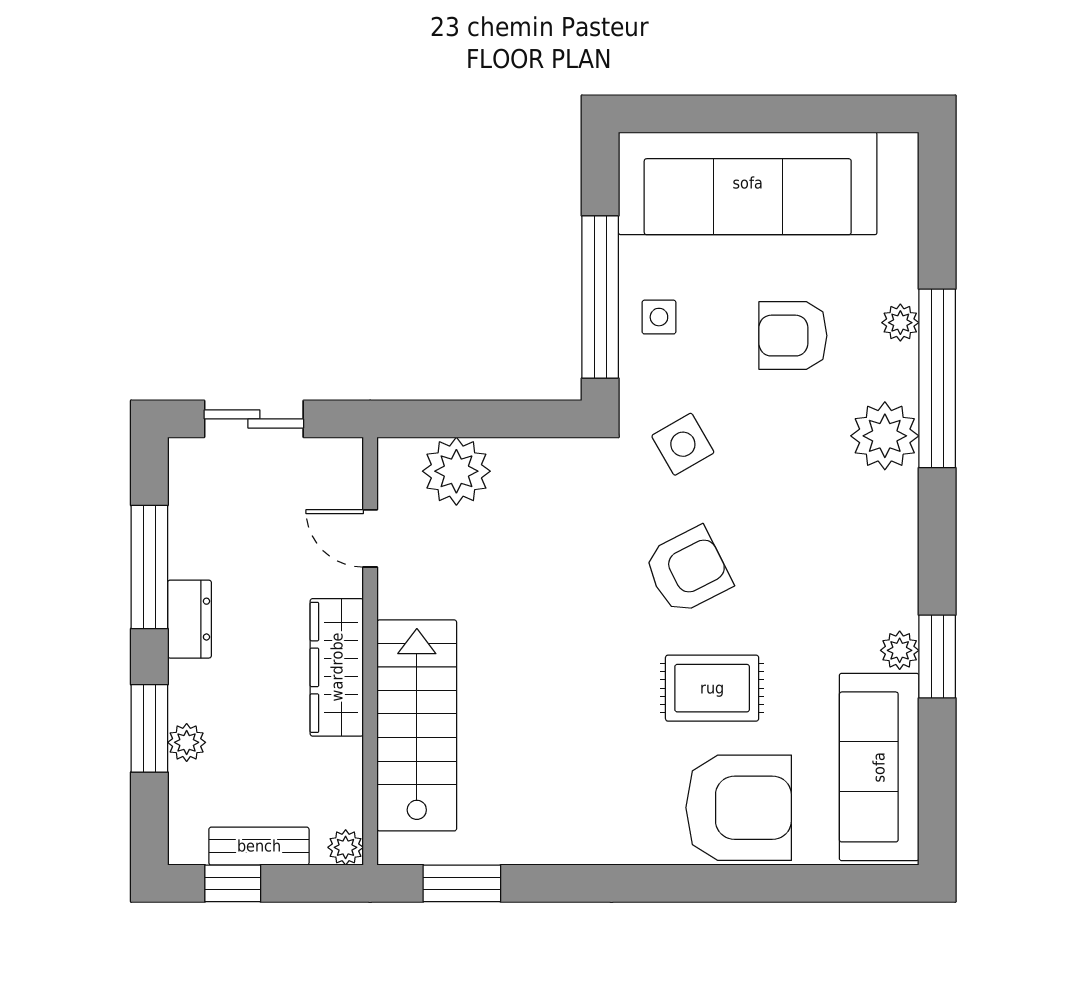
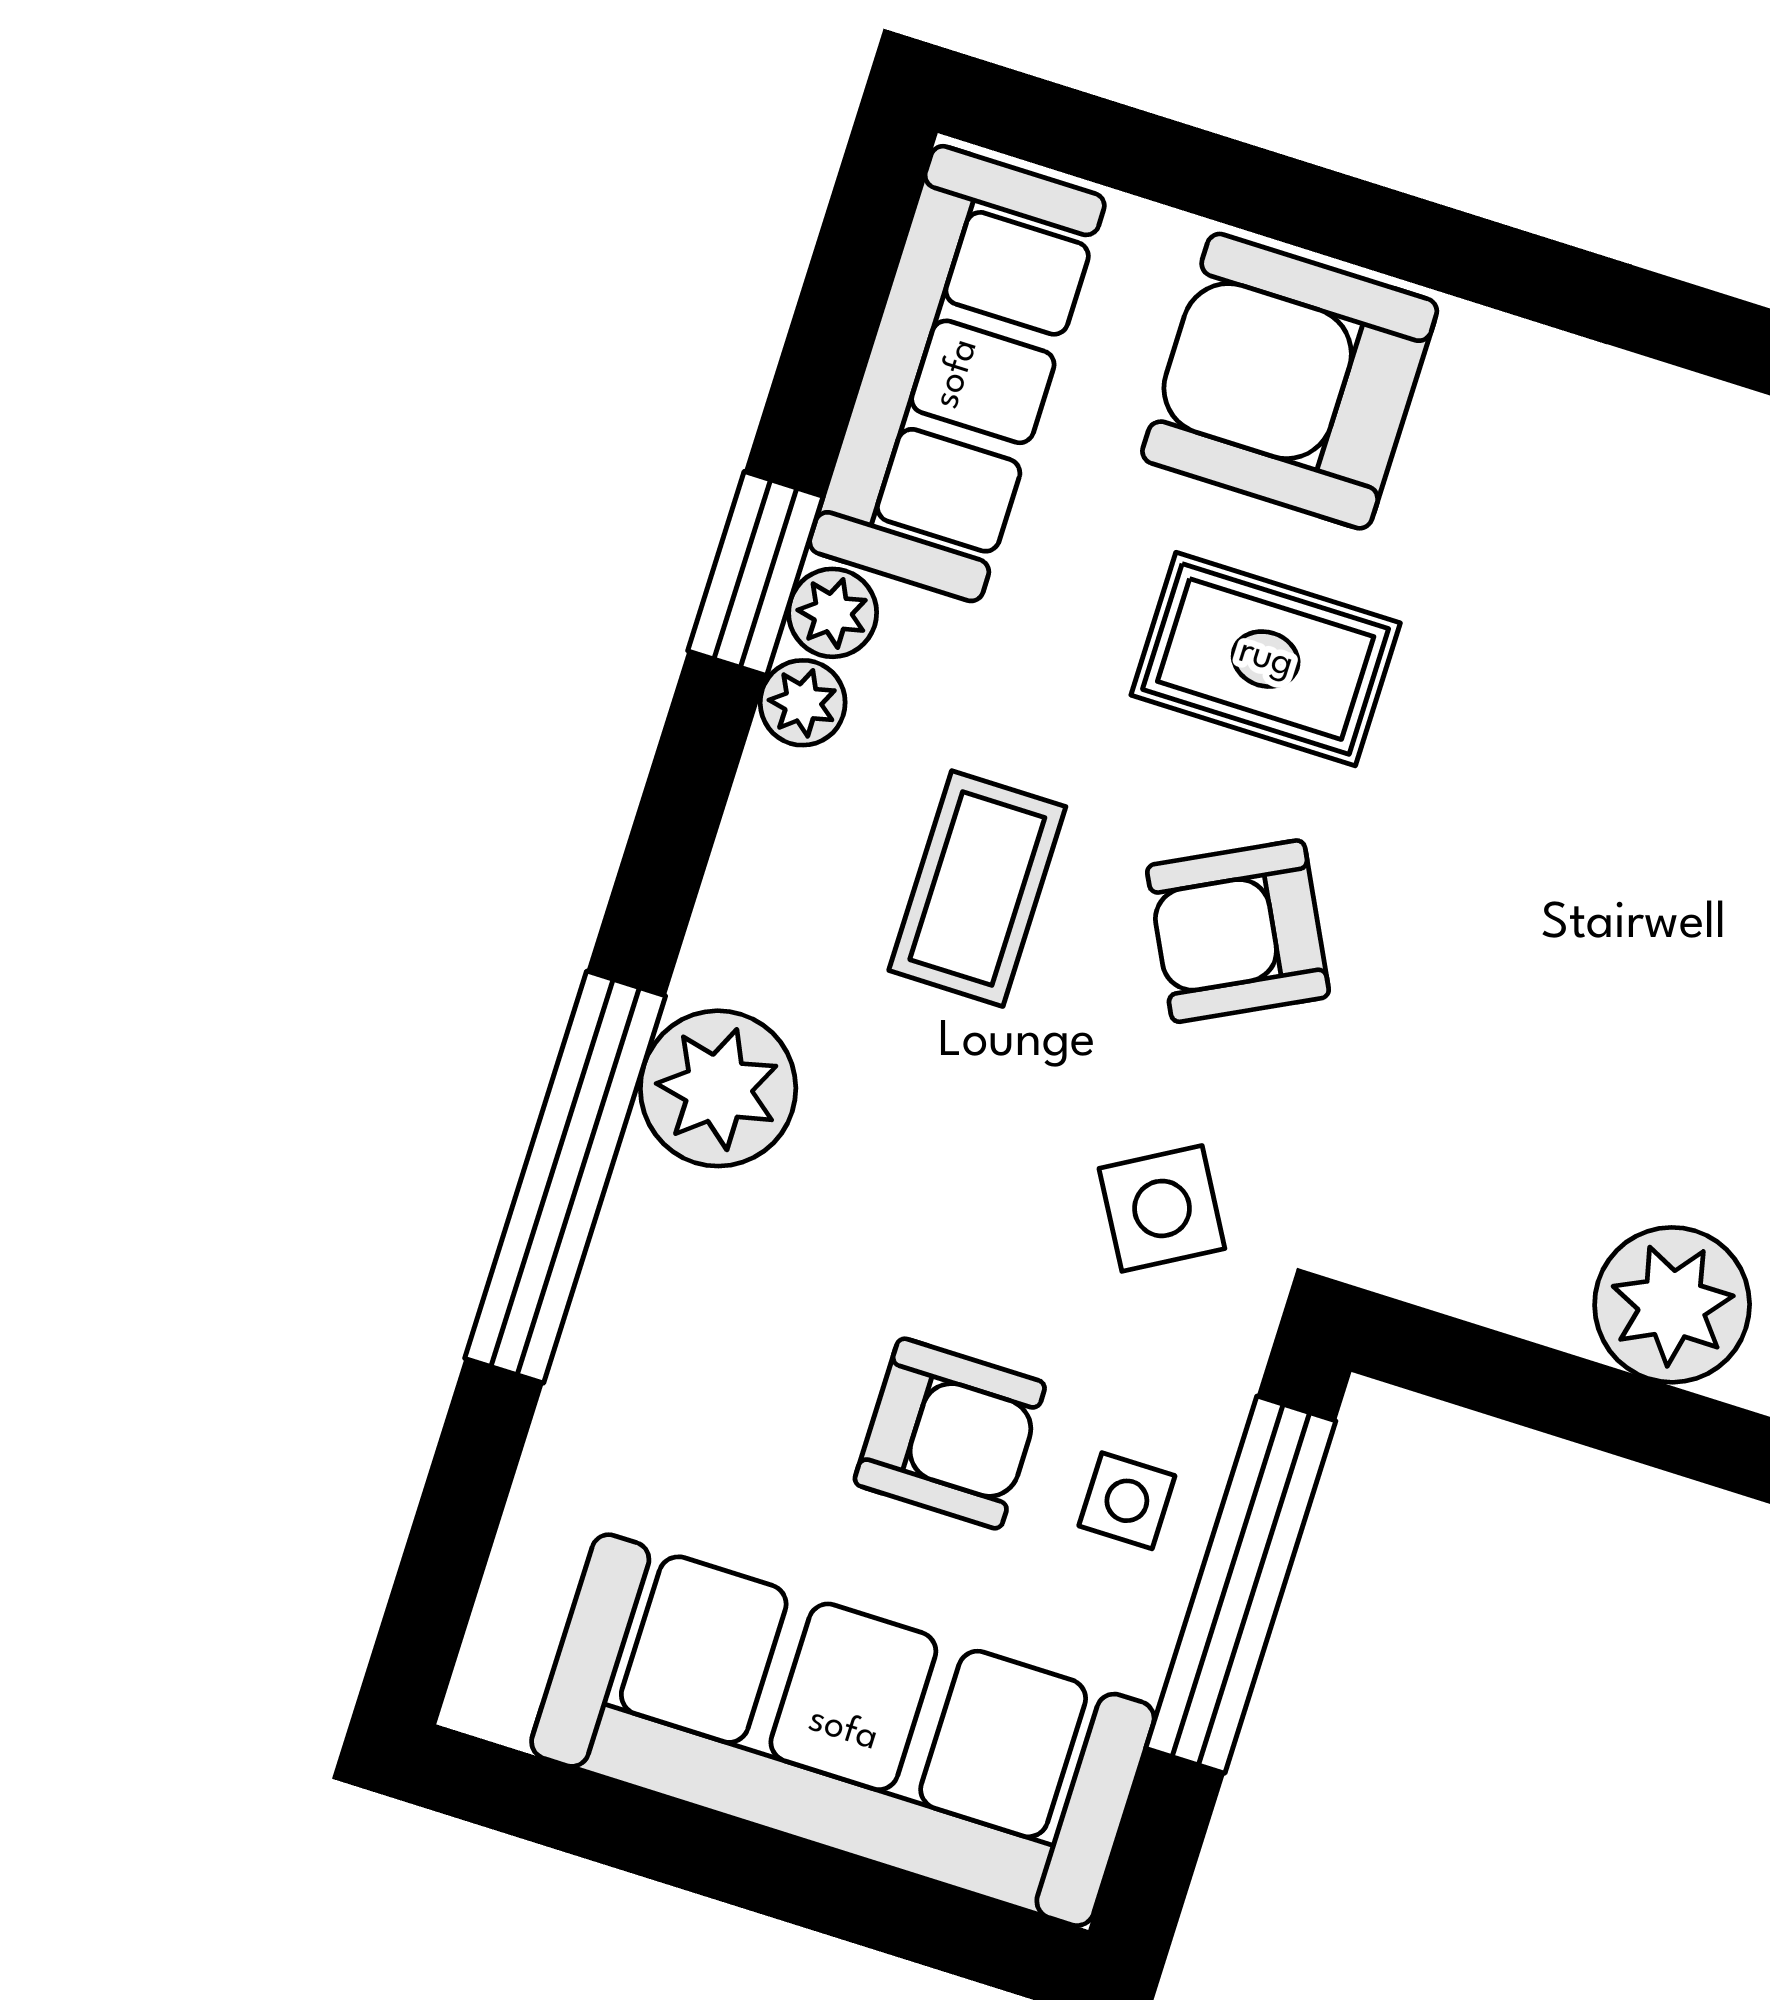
plant: (900, 323) -> (803, 703), moved
armchair: (793, 336) -> (950, 1433), moved
coffee table: (803, 554) -> (977, 889), added

